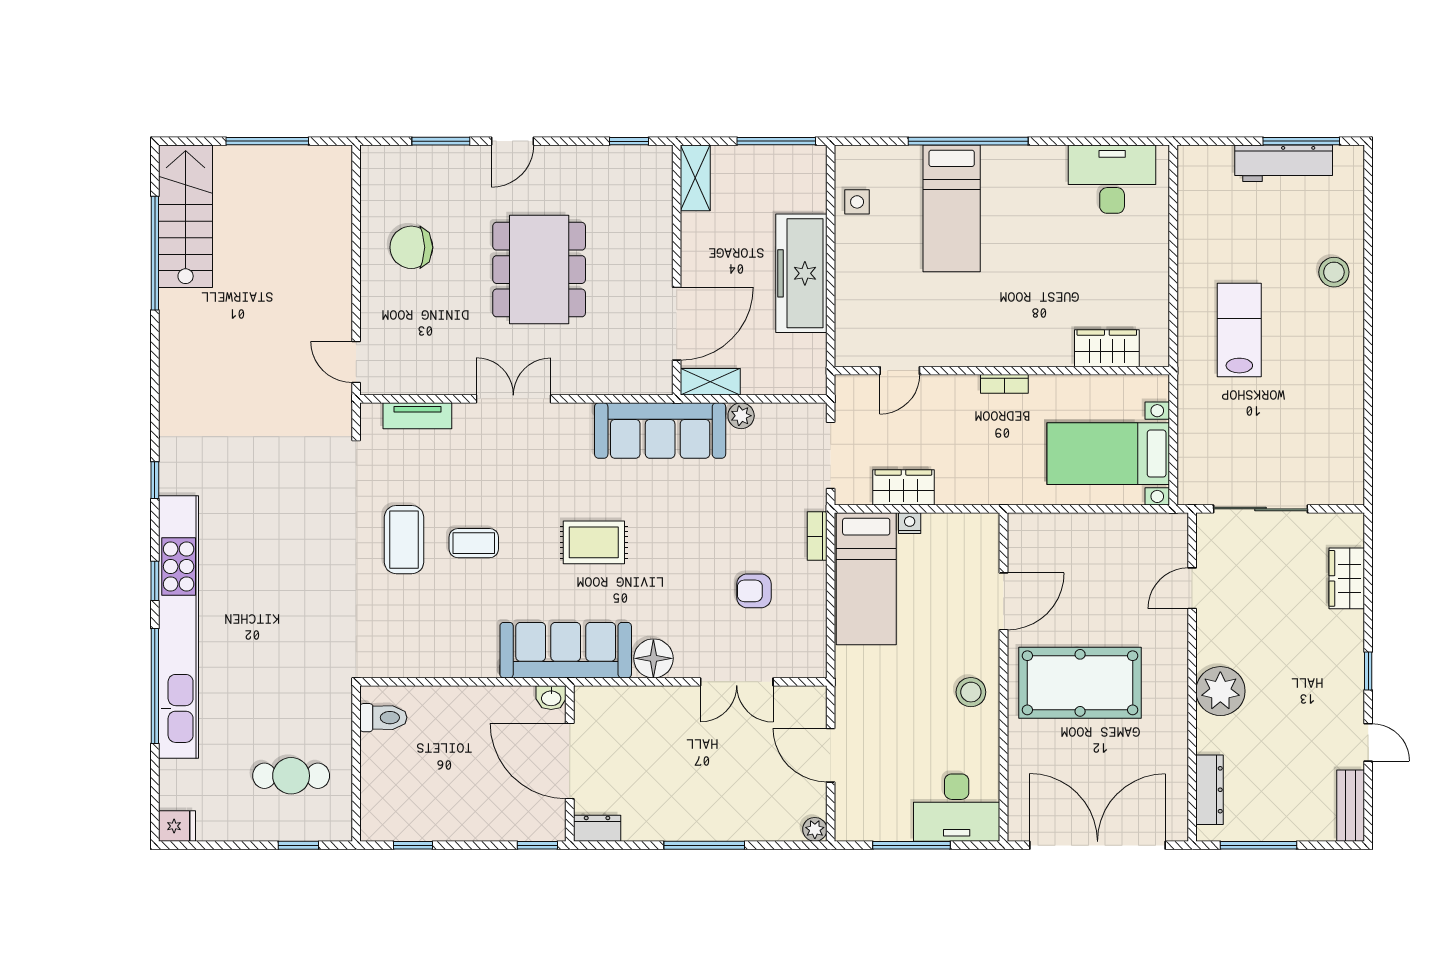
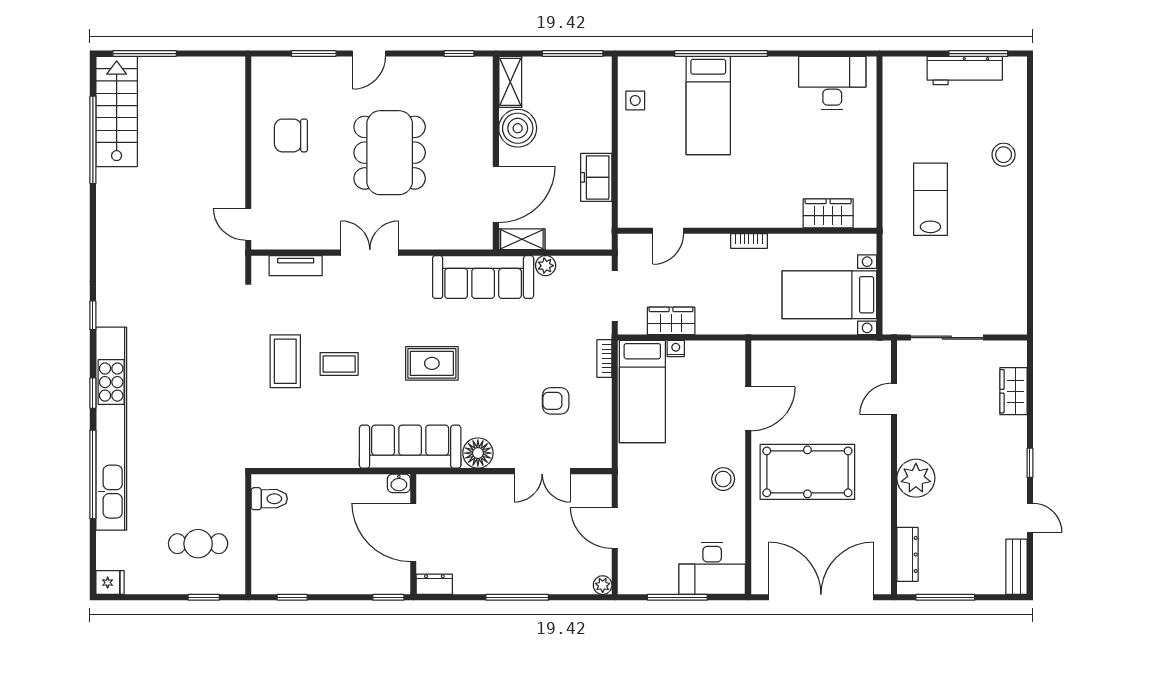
window: (267, 141) -> (145, 54), moved
boiler: (705, 238) -> (518, 128), added
freezer: (801, 273) -> (596, 177), width x0.52, depth x0.79

